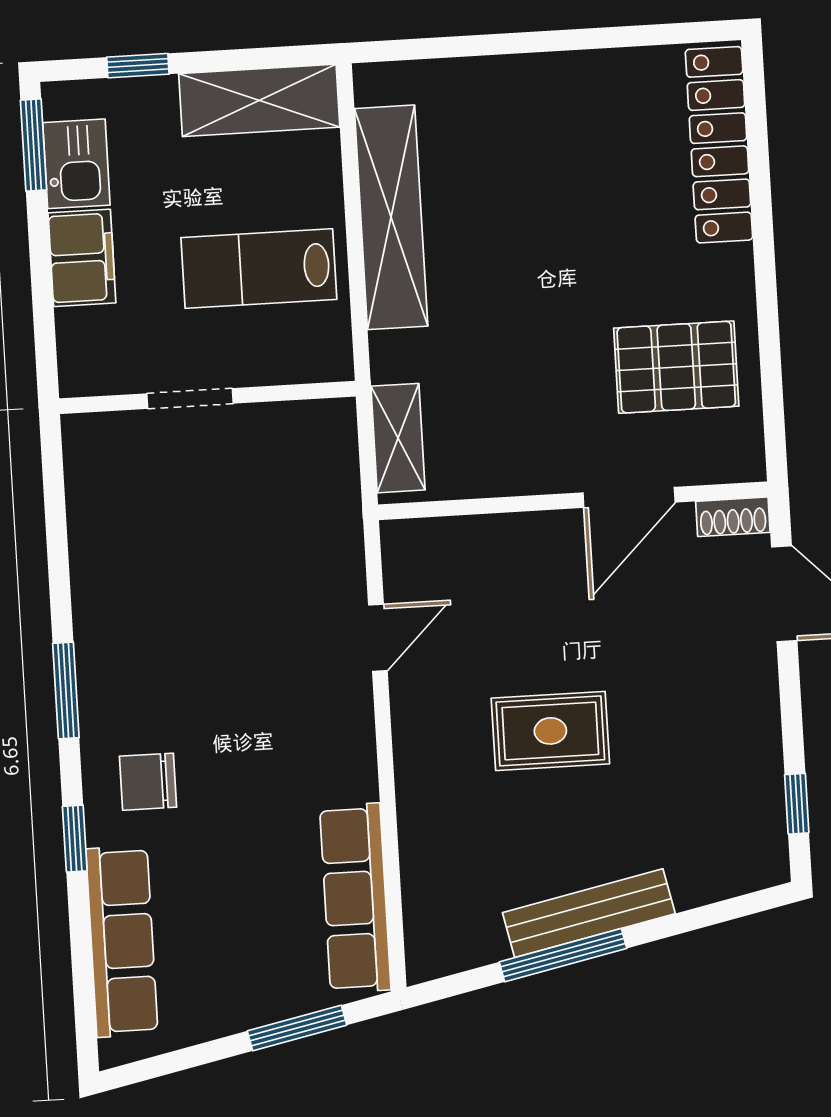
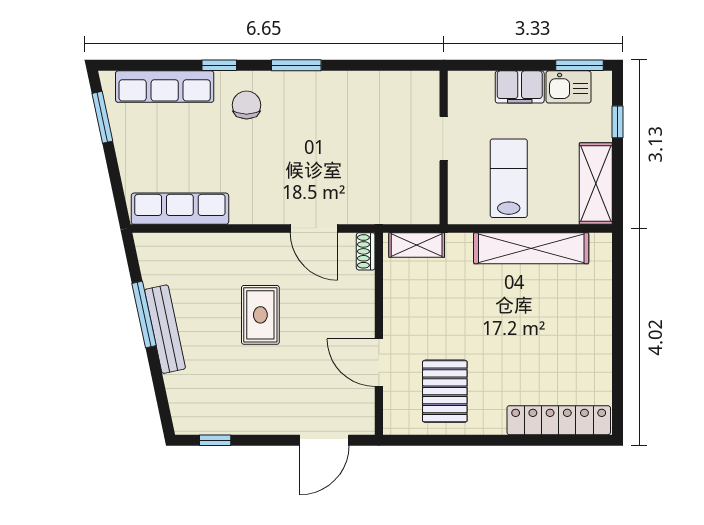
shoe rack: (733, 517) -> (366, 251), moved
door: (378, 638) -> (314, 228), width x1.38
window: (297, 1028) -> (102, 117), moved

